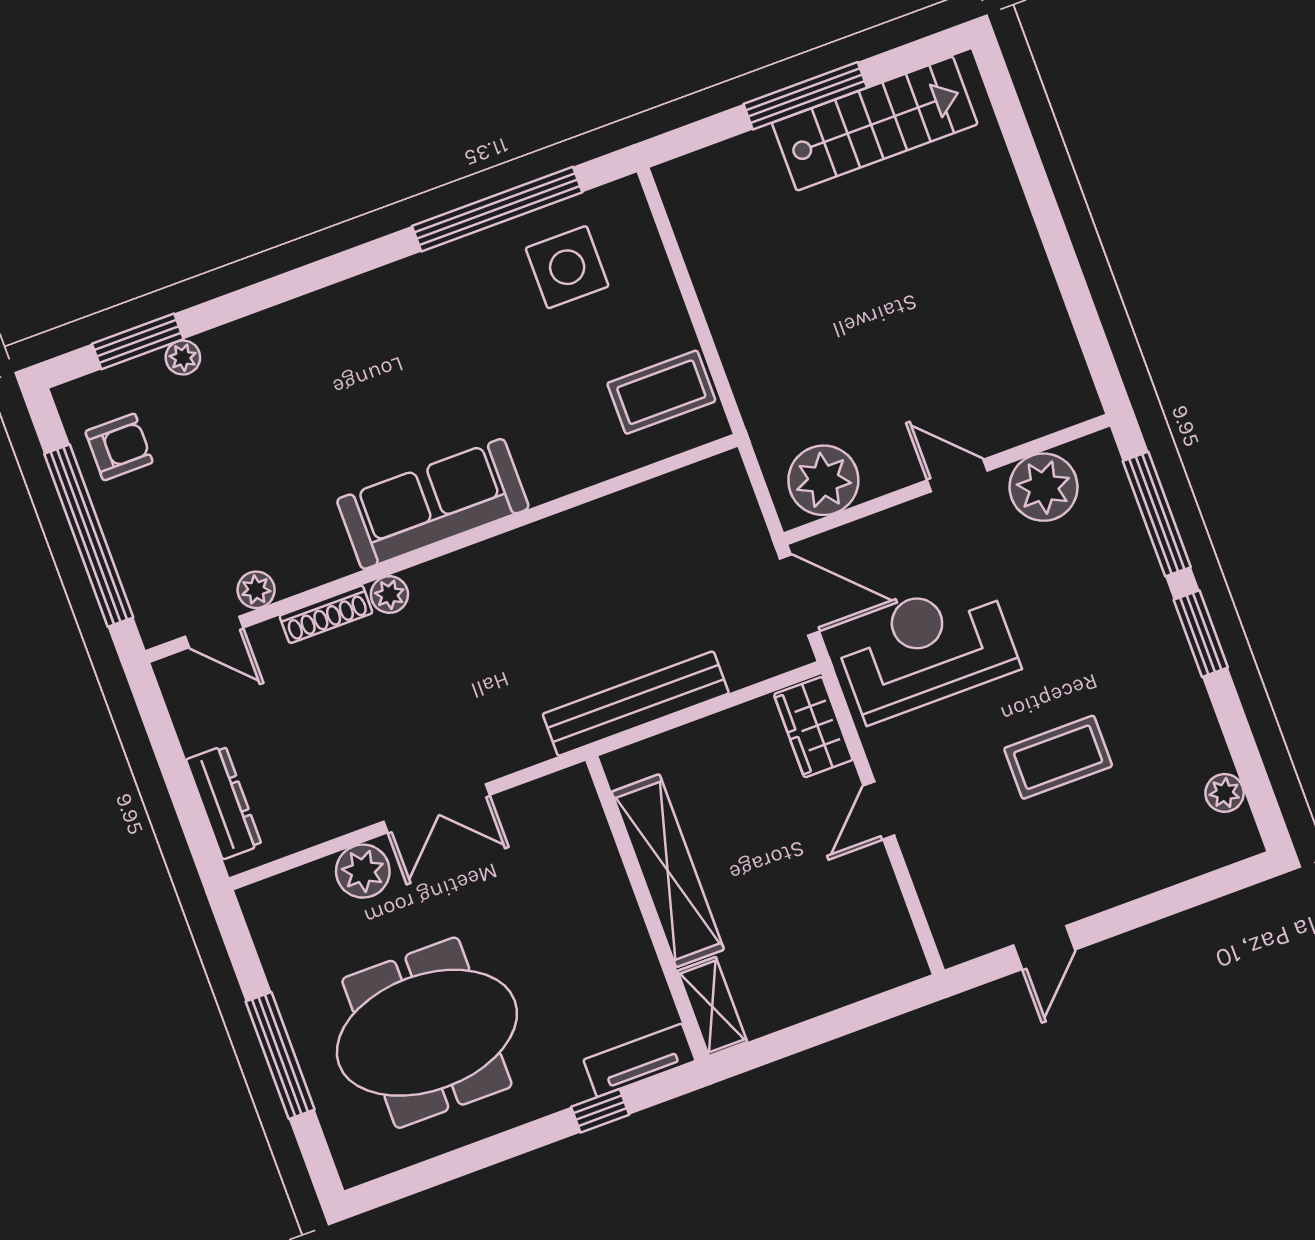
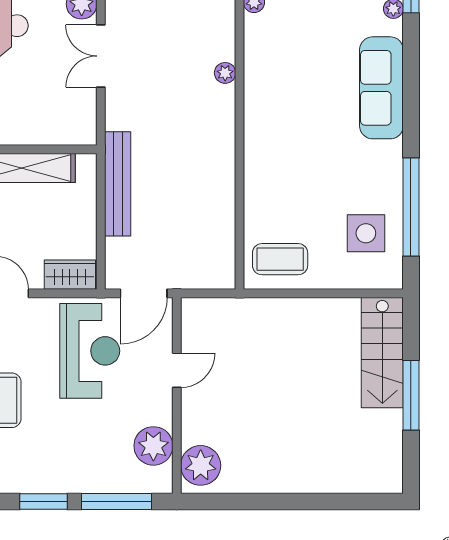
stairs: (875, 124) -> (382, 353), moved
coffee table: (661, 392) -> (280, 259), turned 90
door: (957, 476) -> (177, 370), moved
plant: (823, 480) -> (201, 465), moved
sofa: (433, 504) -> (381, 88), moved, turned 180
shoe rack: (326, 614) -> (227, 35), removed

